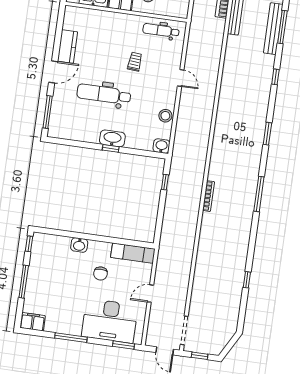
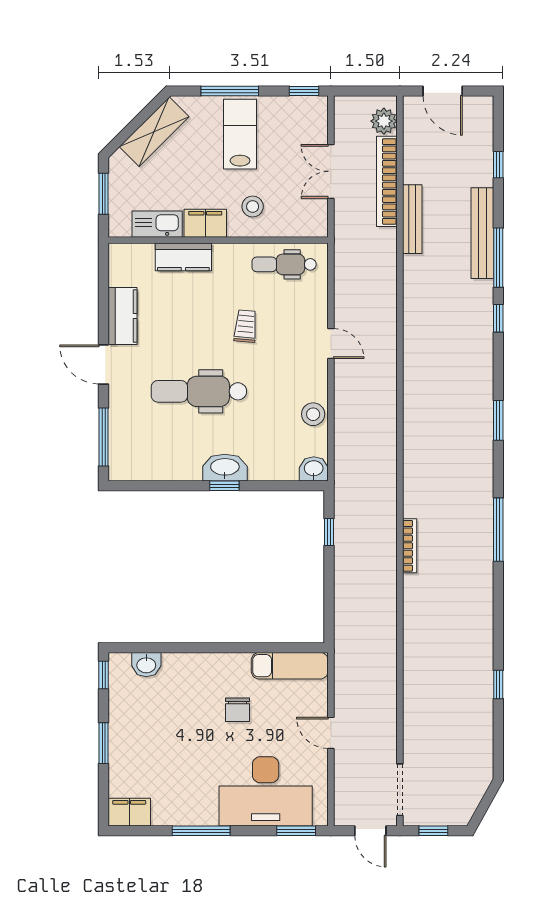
kitchen counter: (106, 18) -> (183, 257), added
window: (282, 27) -> (498, 258), moved
door: (53, 72) -> (104, 364), swing flipped
washbasin: (79, 245) -> (146, 665), moved
window: (24, 282) -> (104, 743), width x0.69
door: (150, 294) -> (331, 733), hinge flipped

